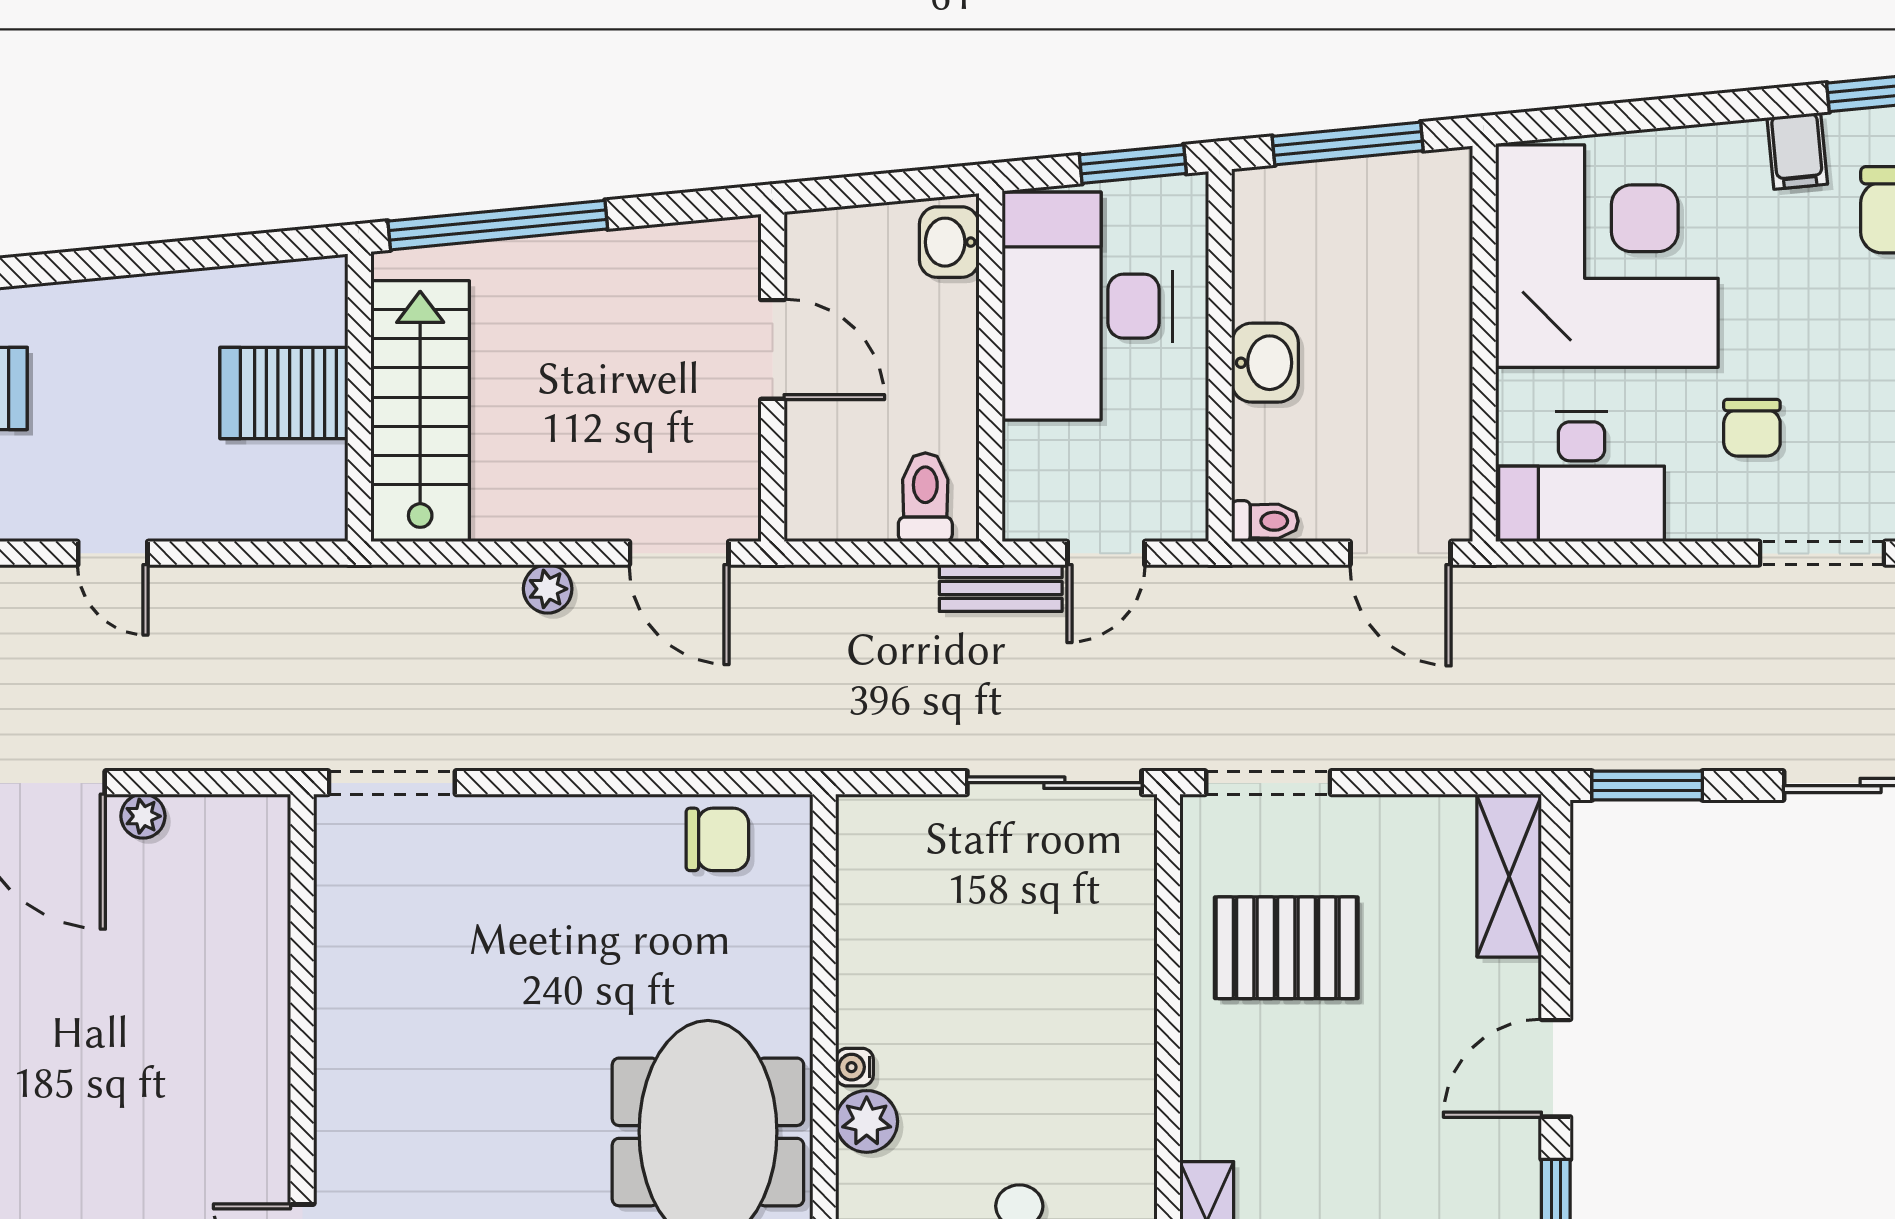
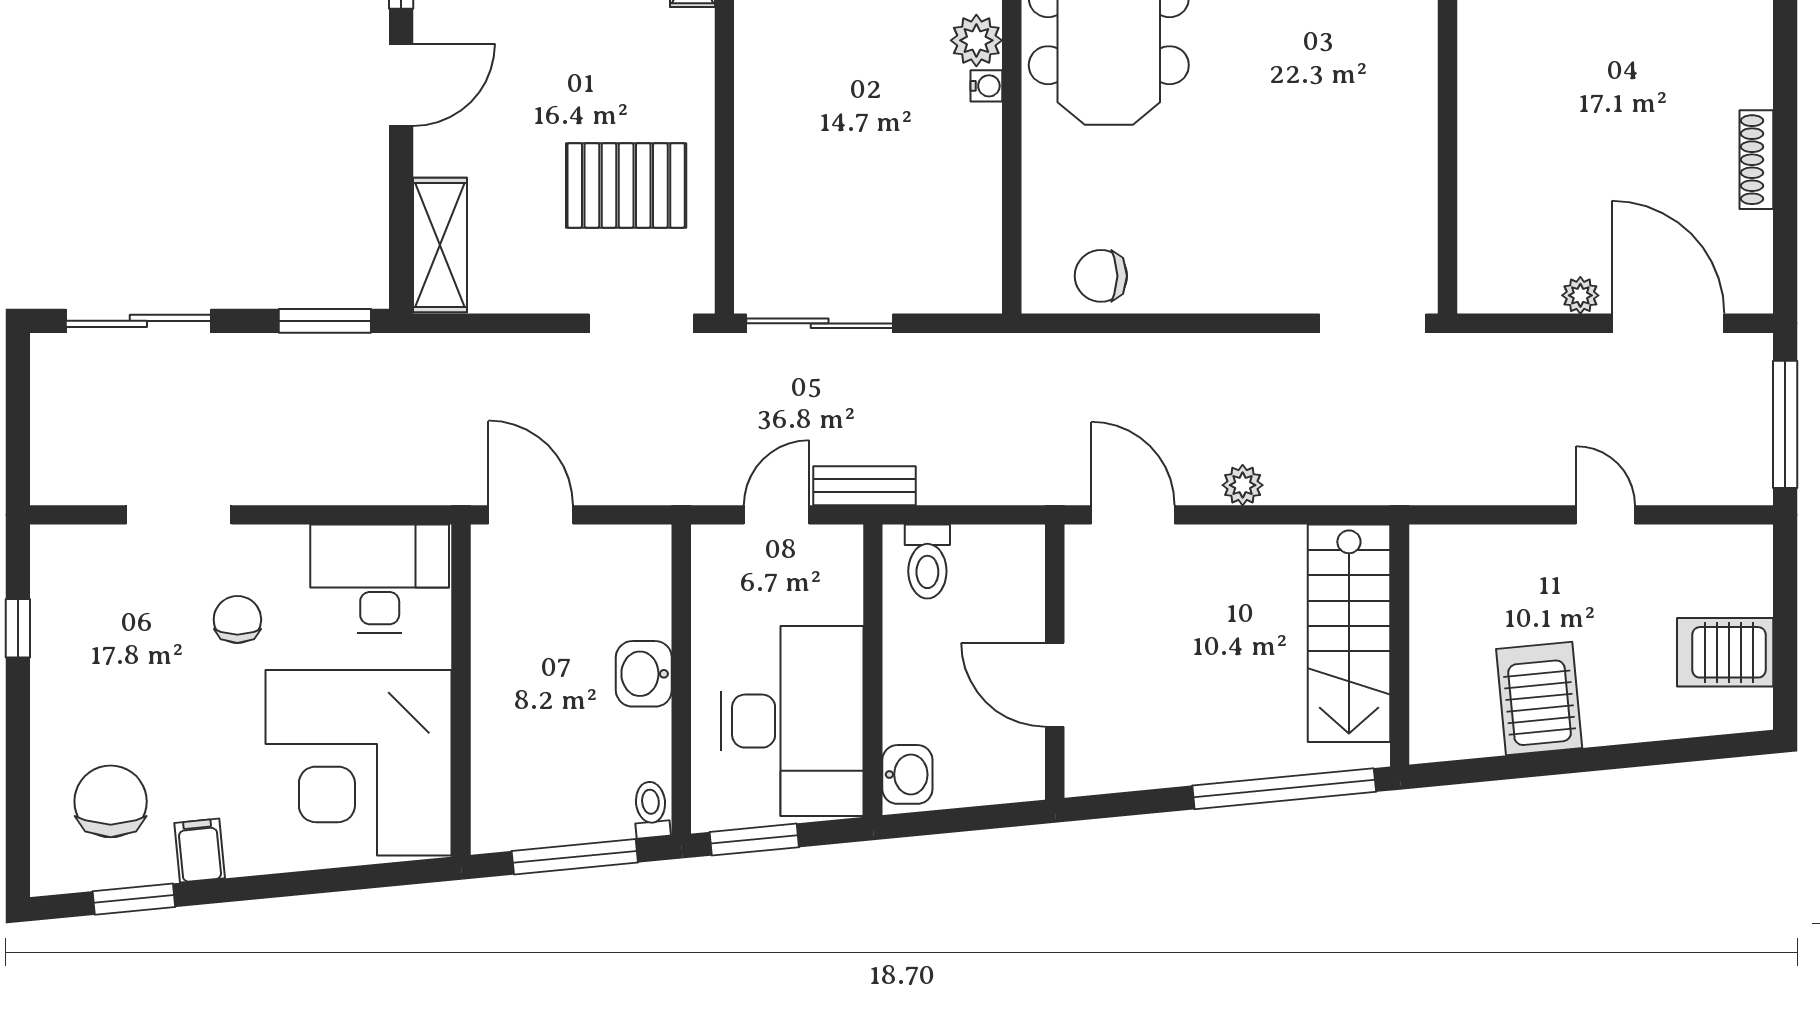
server rack: (284, 393) -> (1539, 699), moved, turned -95
toilet: (1265, 521) -> (651, 809), moved, turned 85

